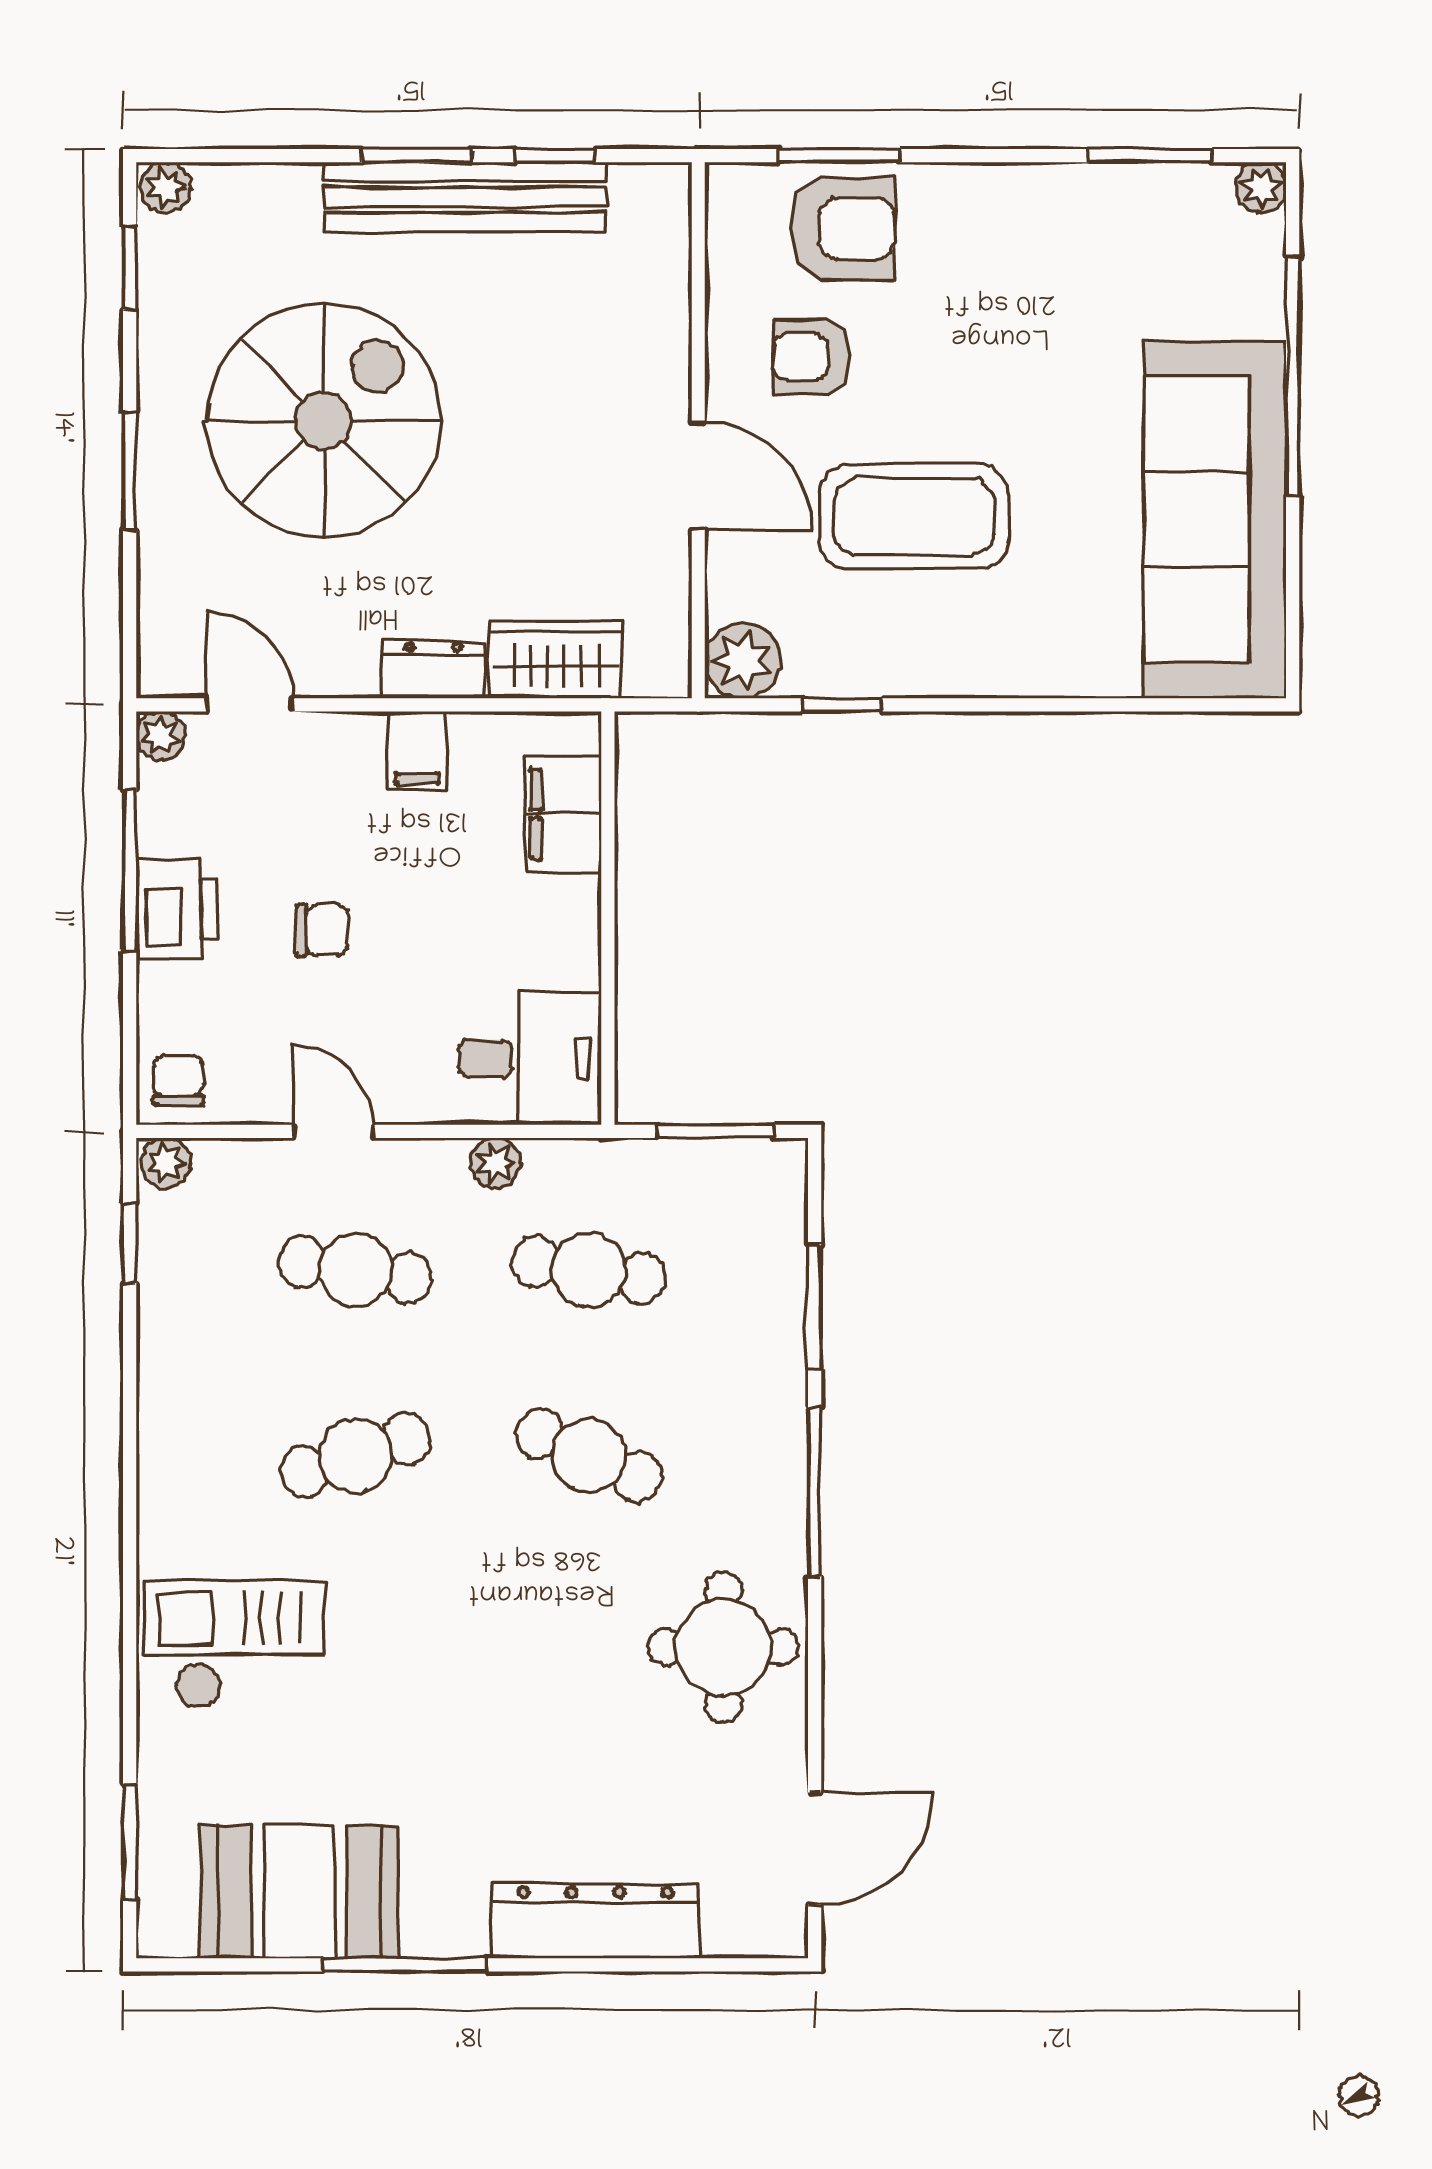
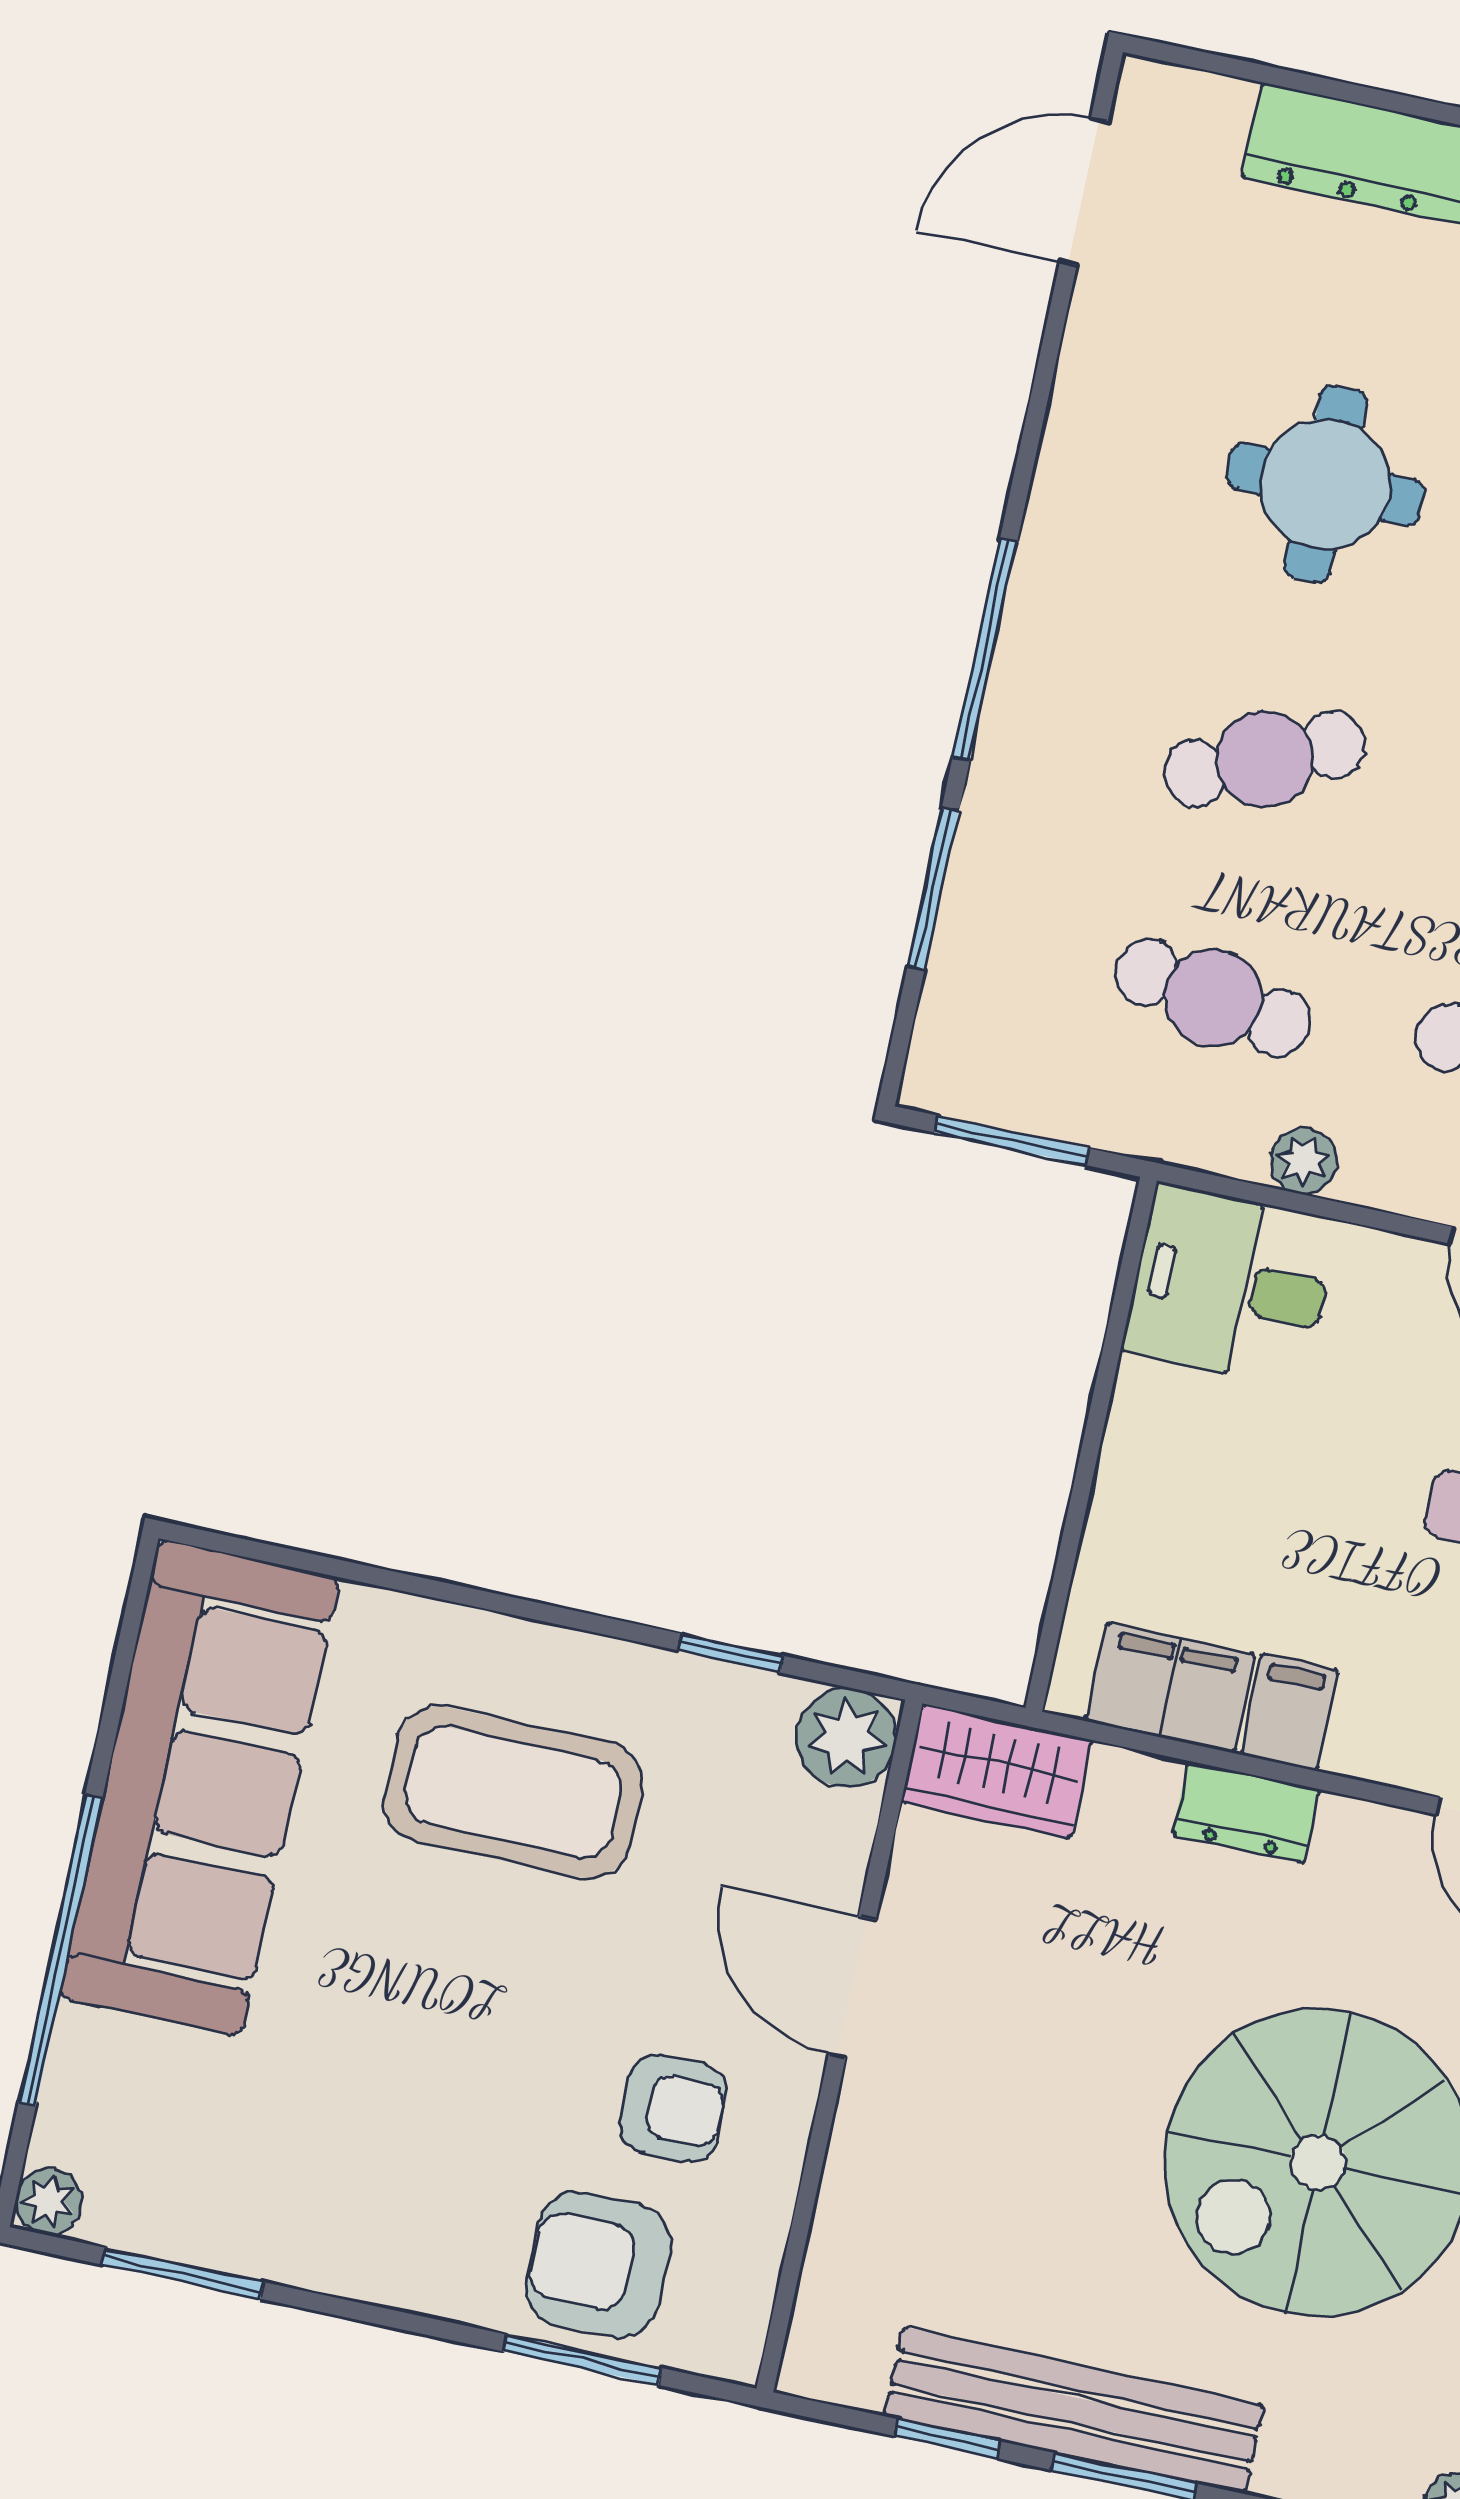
coffee table: (914, 516) -> (513, 1792), moved
wardrobe: (556, 660) -> (997, 1771), moved
filing cabinet: (563, 814) -> (1170, 1688), moved, turned -90
cafe table: (589, 1455) -> (1265, 759), turned -48
round table: (723, 1647) -> (1325, 484), moved

